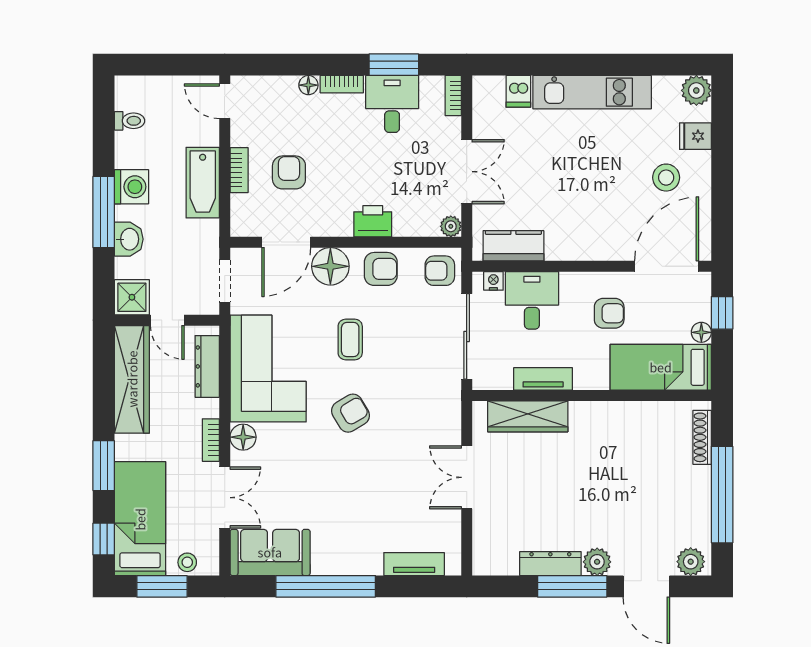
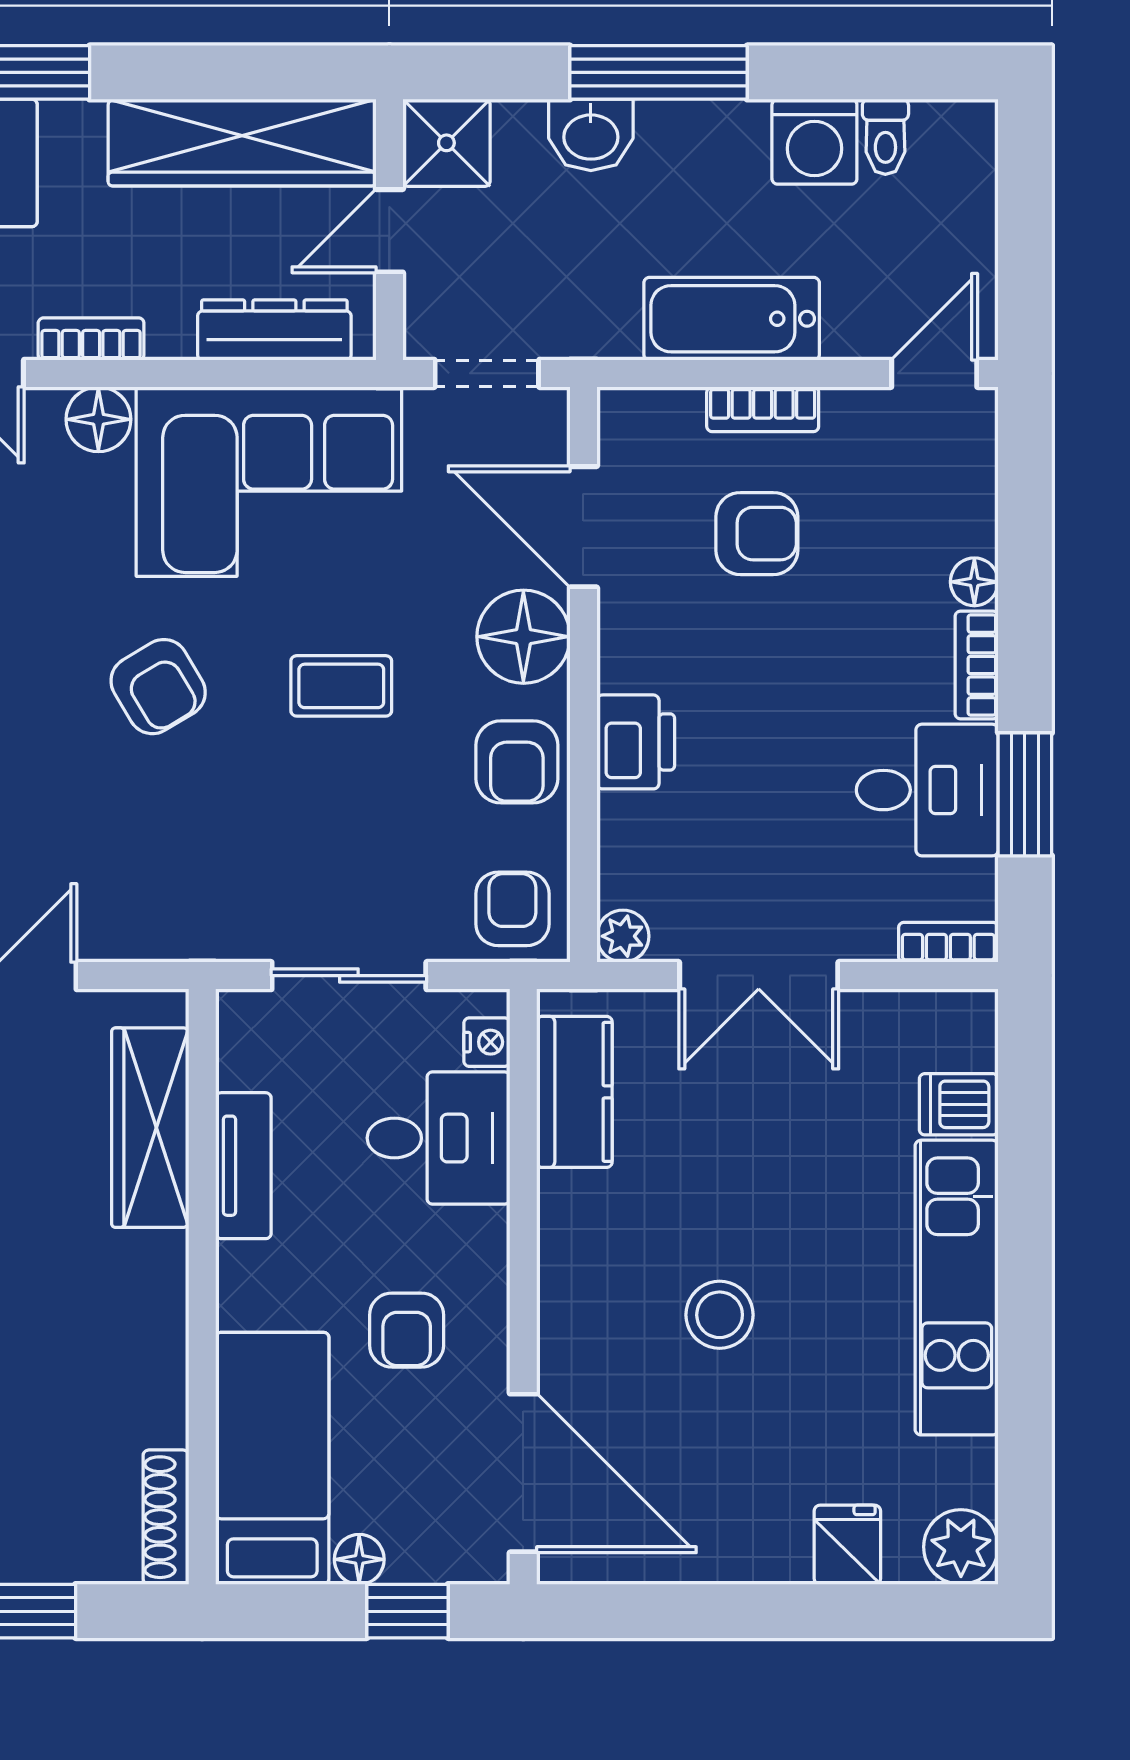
stool: (666, 178) -> (720, 1315), moved
washing machine: (131, 187) -> (814, 142), moved
sliding door: (467, 336) -> (349, 976), width x0.73
shoe rack: (702, 437) -> (166, 1517), moved, turned -90

